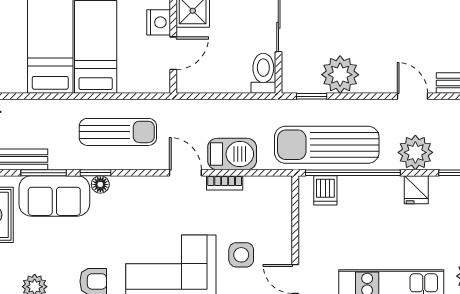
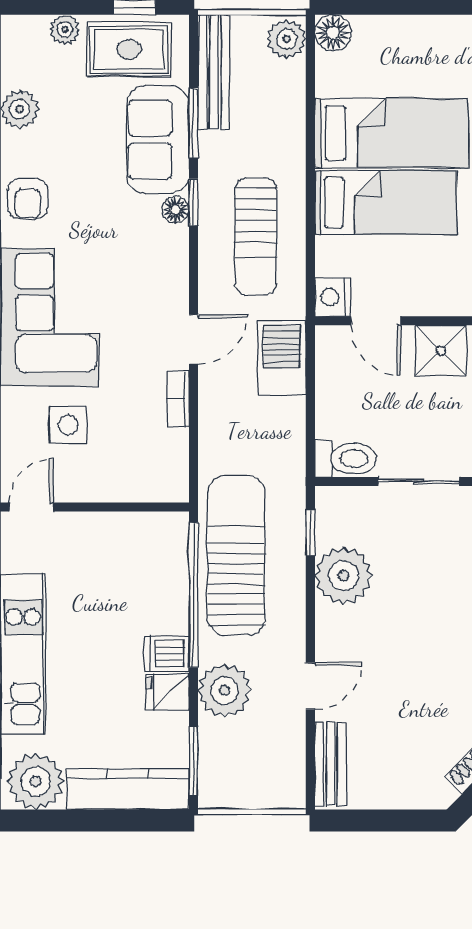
nightstand: (159, 22) -> (333, 297), moved, turned 90
barbecue: (232, 154) -> (282, 358), moved, turned 180
dishwasher: (325, 190) -> (167, 654), moved

